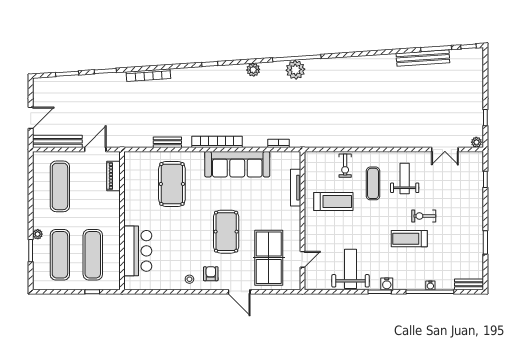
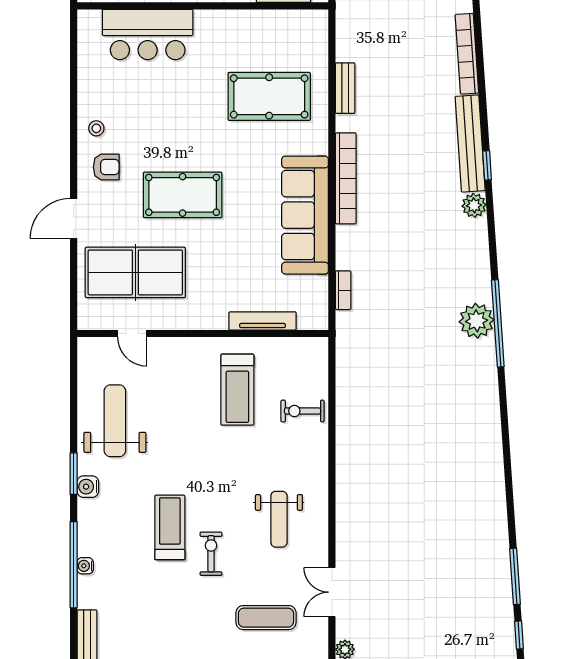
bench: (423, 58) -> (470, 143), moved
plant: (253, 70) -> (474, 205), moved
weight bench: (405, 179) -> (279, 519), turned 90
exercise mat: (373, 183) -> (266, 618), moved
weight bench: (351, 269) -> (115, 421), turned -90

